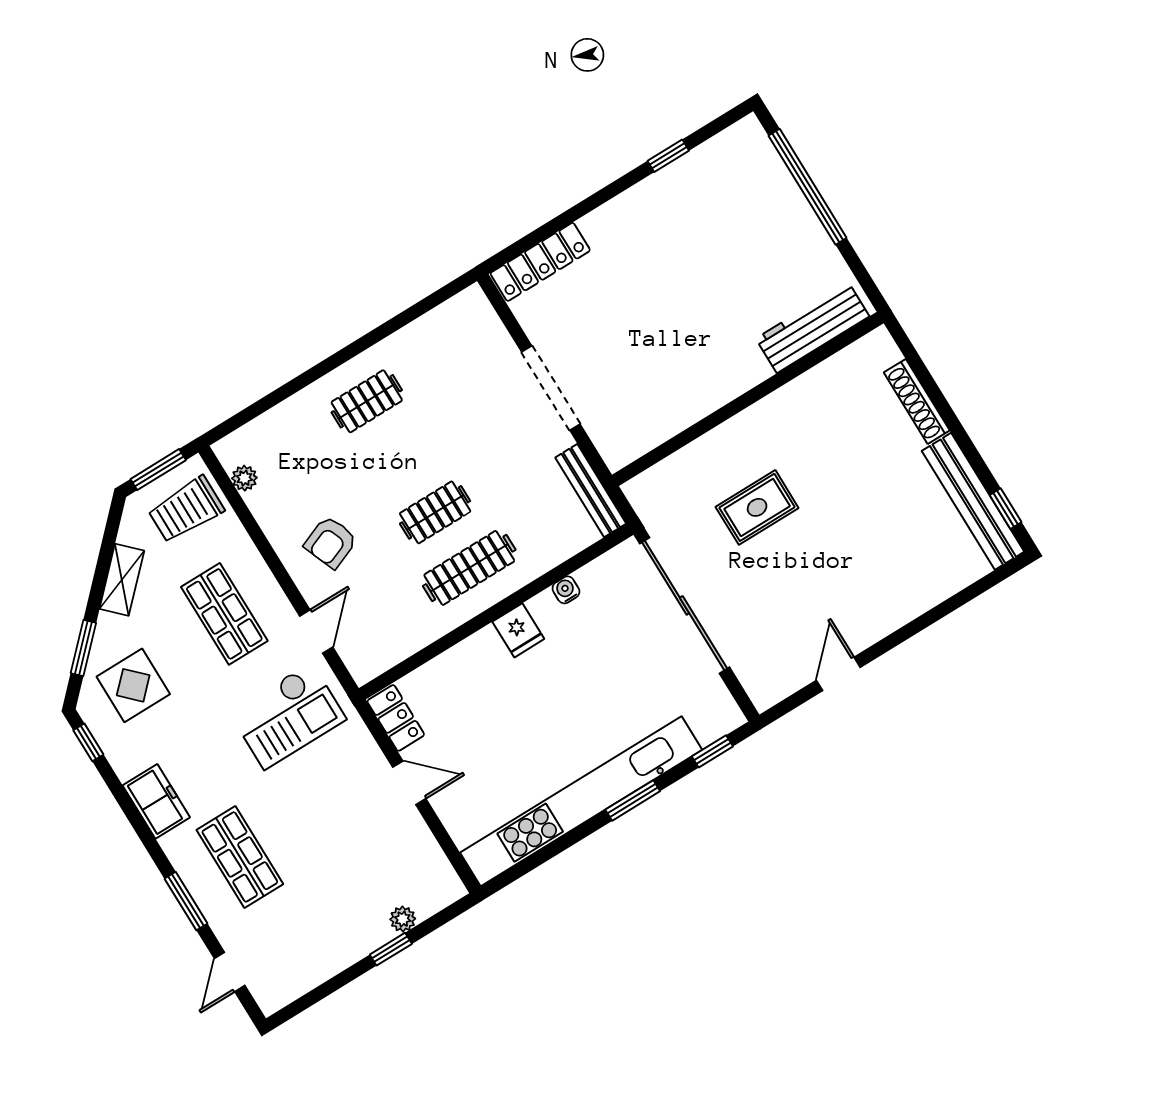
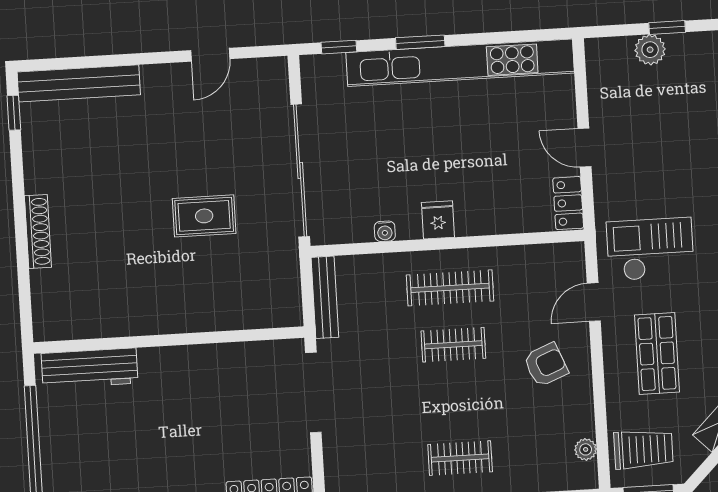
workbench: (813, 327) -> (90, 368), moved
wall: (748, 399) -> (169, 340), moved
bench: (973, 501) -> (79, 83), moved, turned 90
plant: (403, 919) -> (650, 50), width x1.38, depth x1.38

